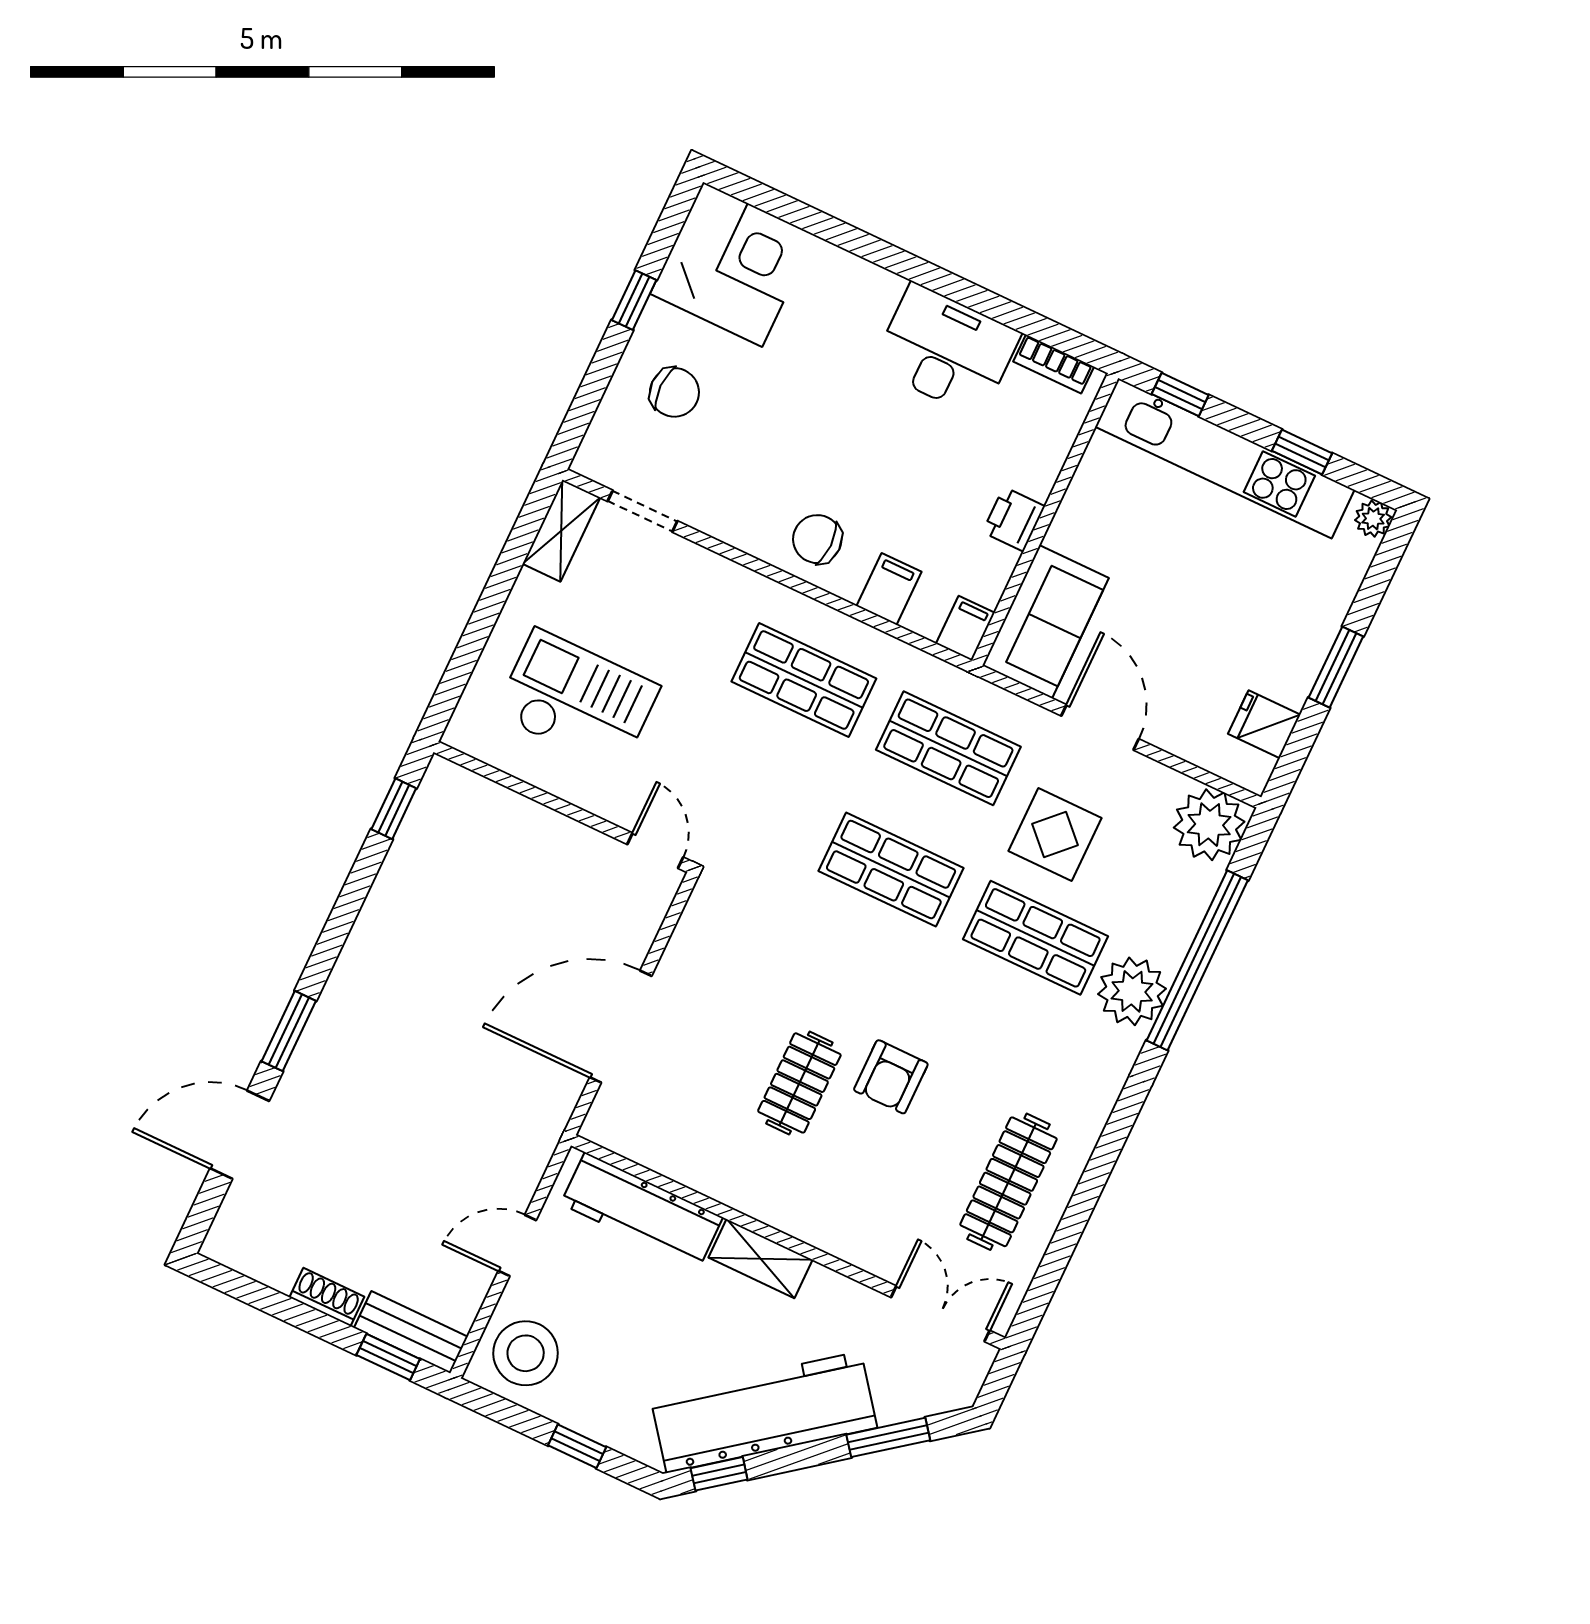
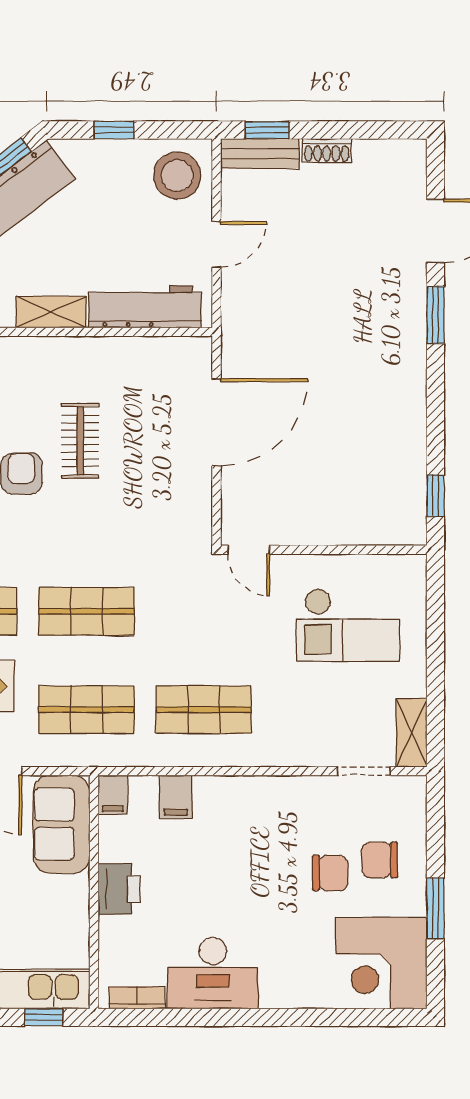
window: (634, 300) -> (435, 909), width x1.50
printer: (1014, 519) -> (119, 889), width x1.36, depth x1.24
chair: (817, 539) -> (330, 873), moved

